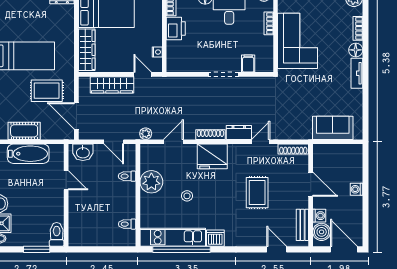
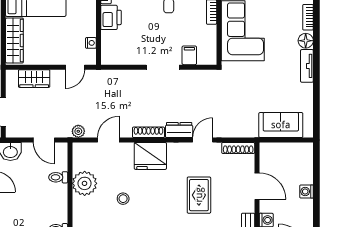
door: (143, 74) -> (75, 67), swing flipped
wardrobe: (112, 85) -> (34, 79), width x0.67

